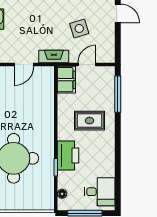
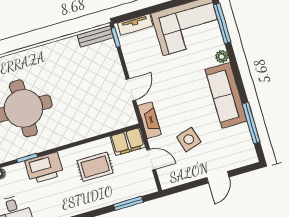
door: (24, 65) -> (131, 90), swing flipped
window: (118, 94) -> (128, 203), width x0.69
rug: (90, 121) -> (95, 167), moved, turned 90

